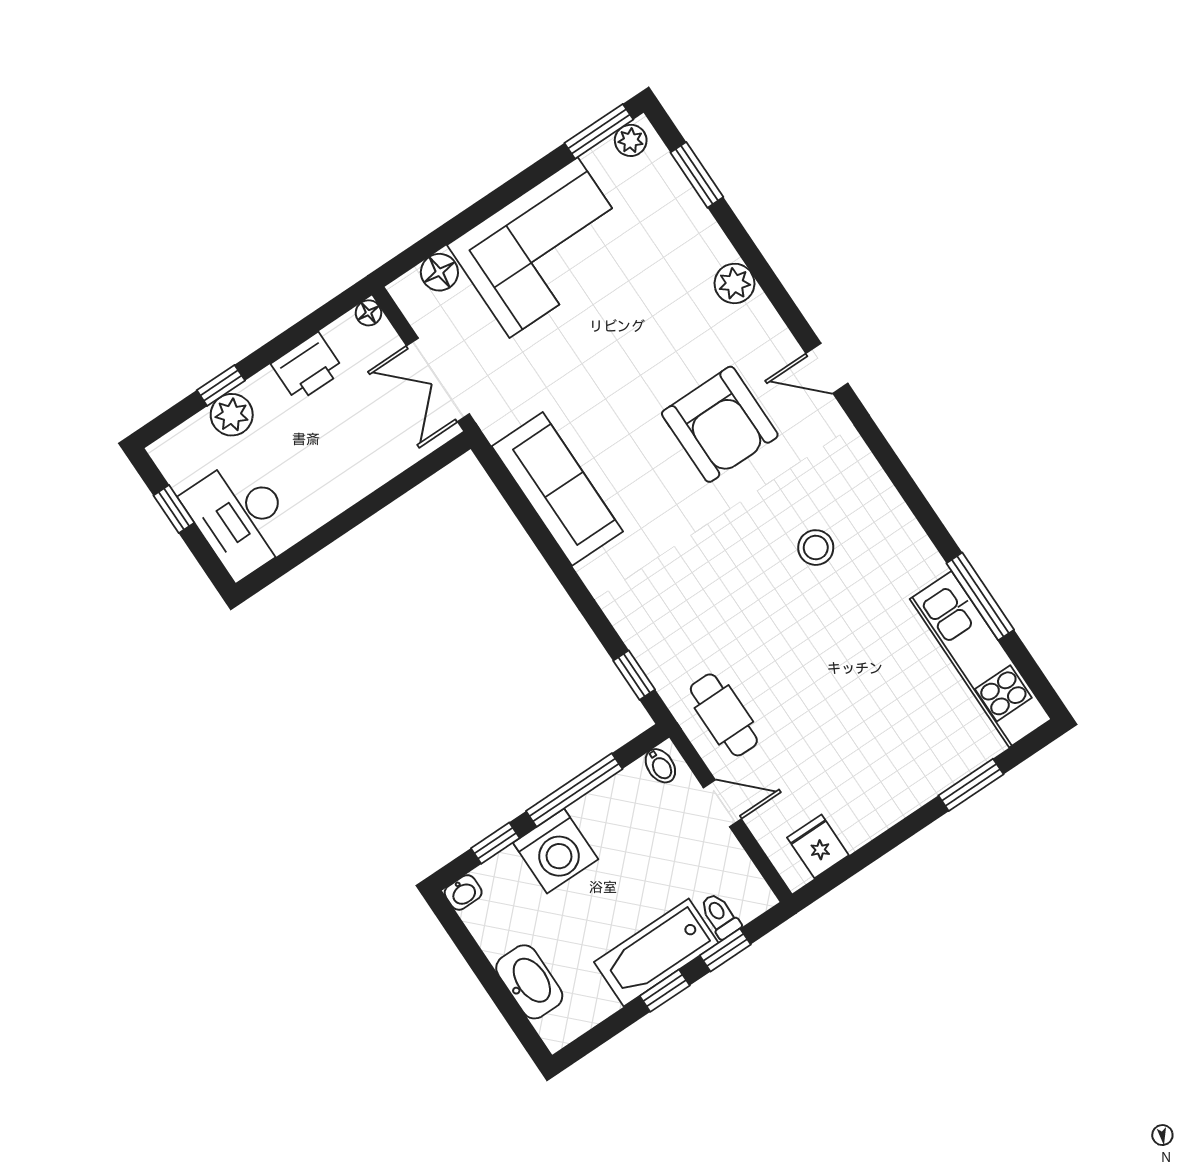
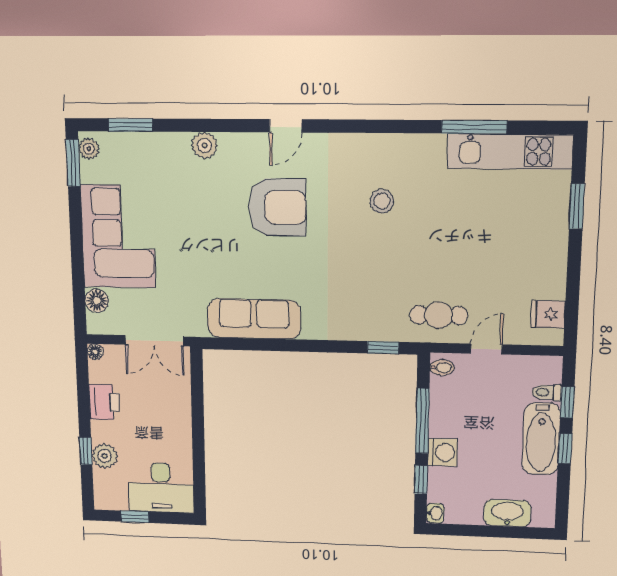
washing machine: (556, 851) -> (443, 452), width x0.73, depth x0.73

